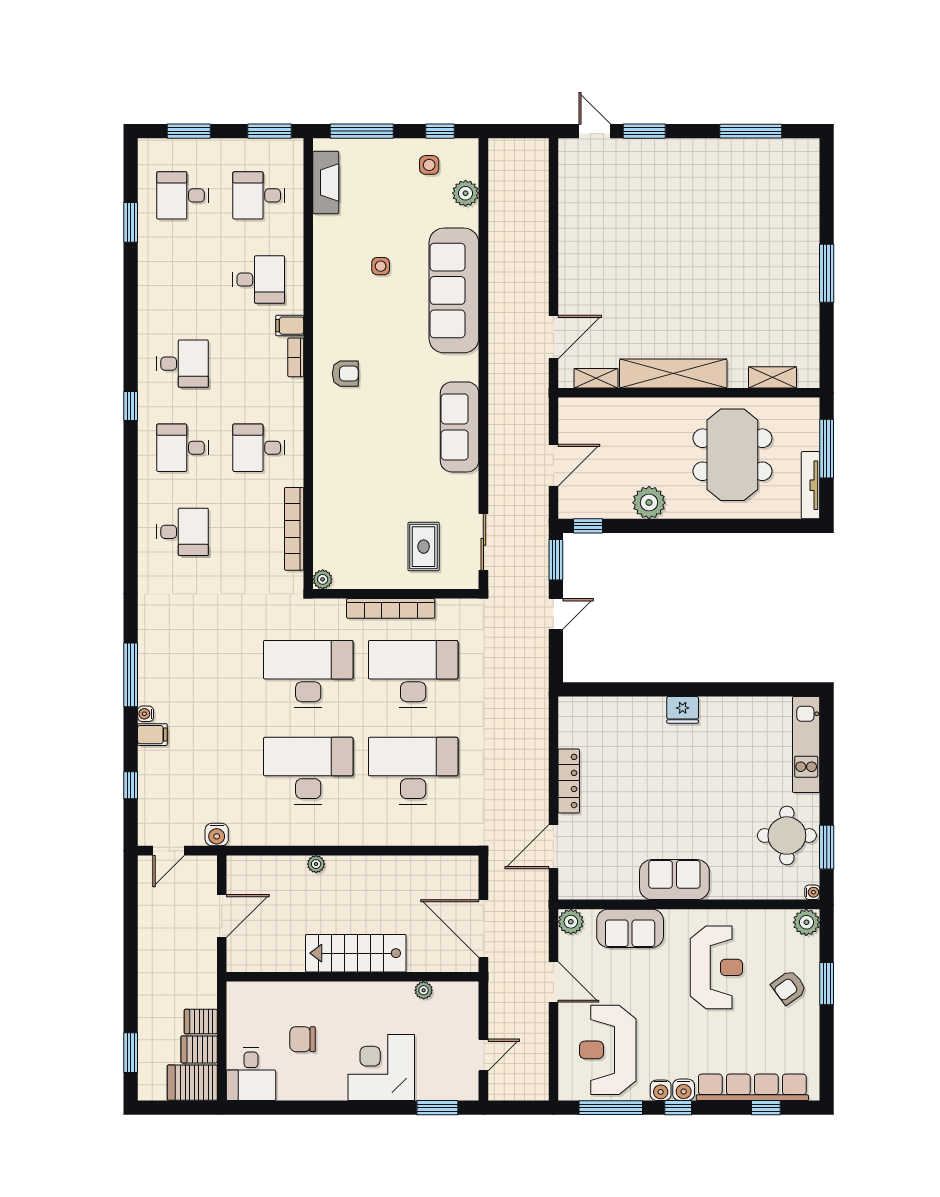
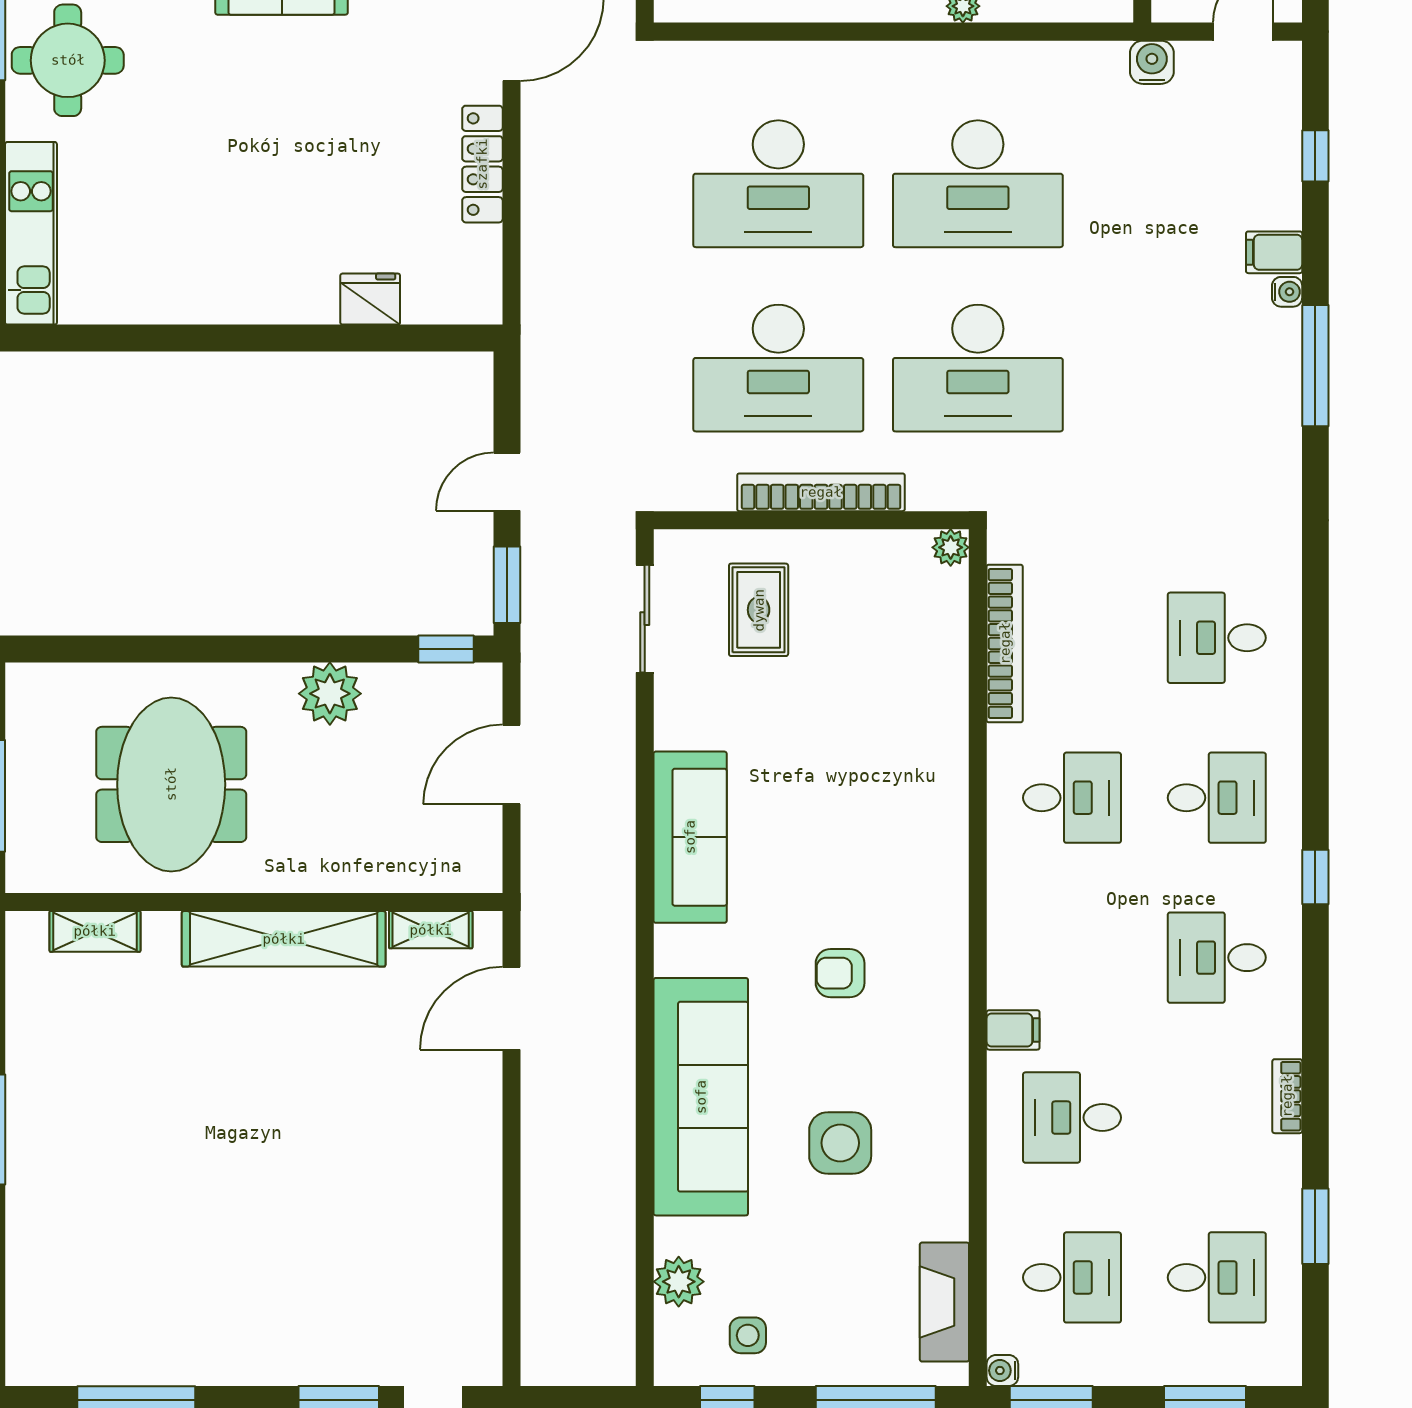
water cooler: (295, 146) -> (1002, 1370), added
side table: (381, 266) -> (840, 1143), width x1.87, depth x1.87
bookcase: (296, 357) -> (1287, 1096), moved, turned 180
armchair: (345, 374) -> (840, 973), moved
tv unit: (811, 485) -> (23, 726), removed
fridge: (683, 710) -> (370, 299), moved

